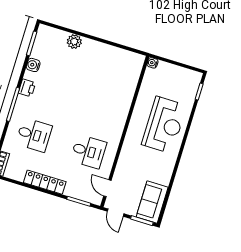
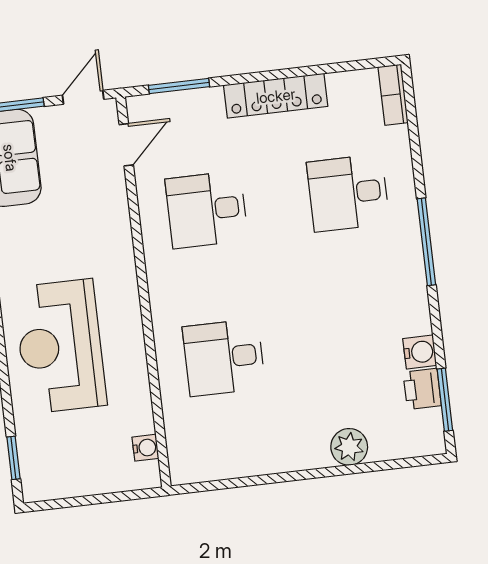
water cooler: (153, 63) -> (145, 448), moved
printer: (27, 88) -> (422, 389), moved
desk: (106, 94) -> (224, 357), added
door: (107, 188) -> (126, 145), hinge flipped
door: (116, 213) -> (83, 97), hinge flipped

